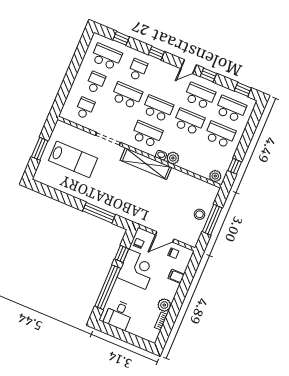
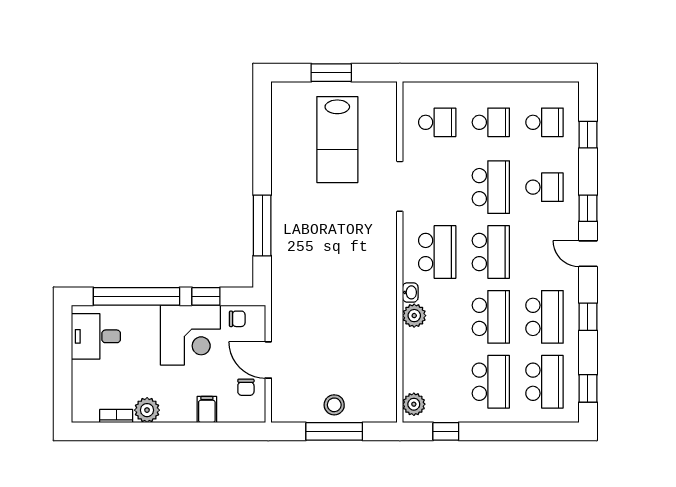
school desk: (106, 57) -> (544, 122), width x0.54
door: (189, 67) -> (588, 254), moved
shelving: (146, 164) -> (384, 272), removed

